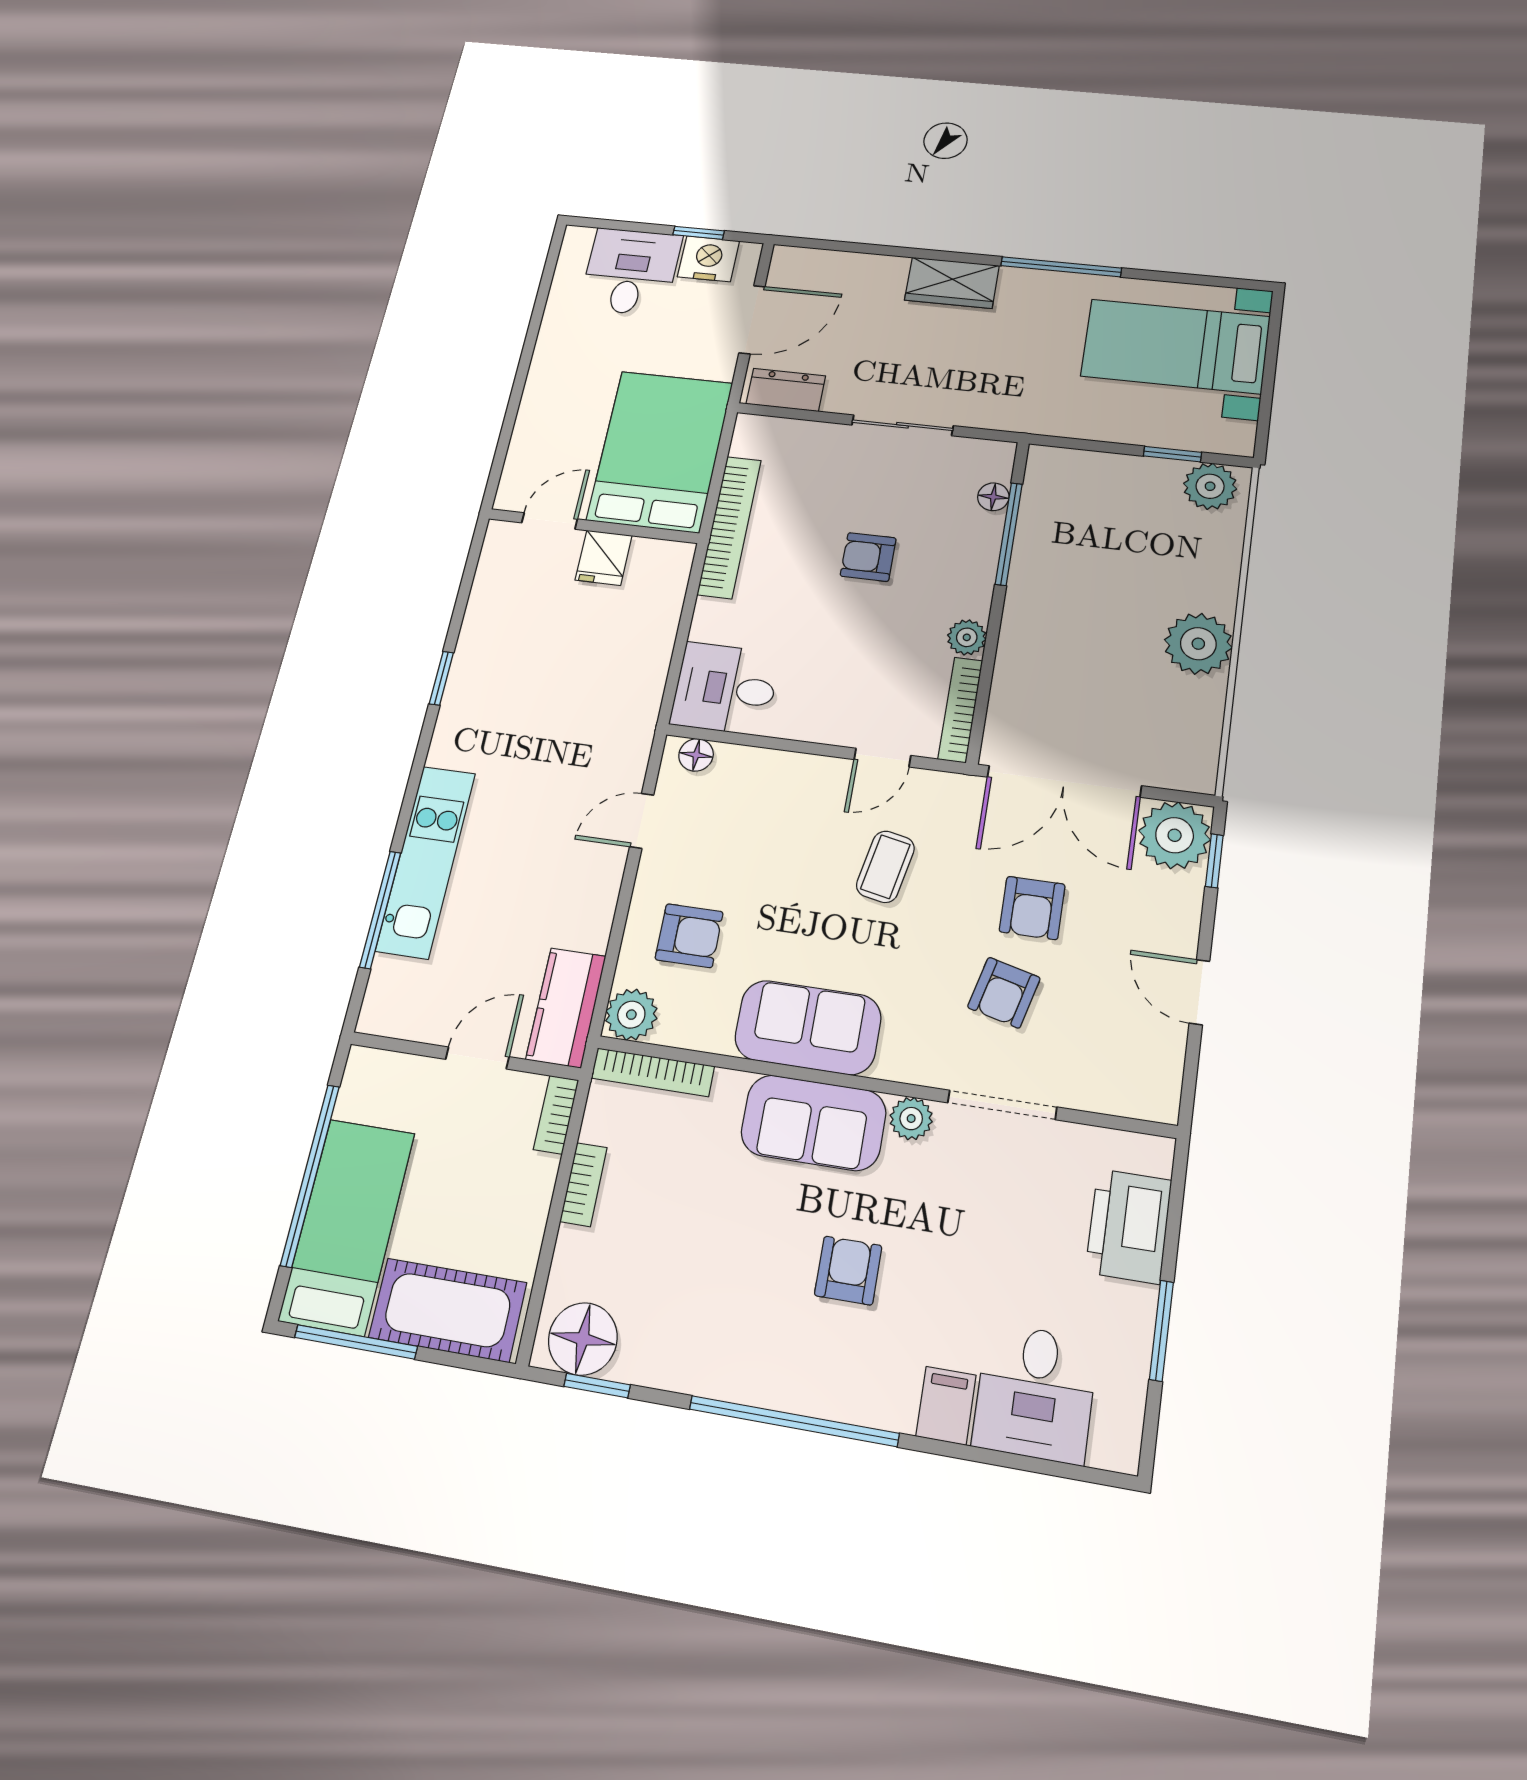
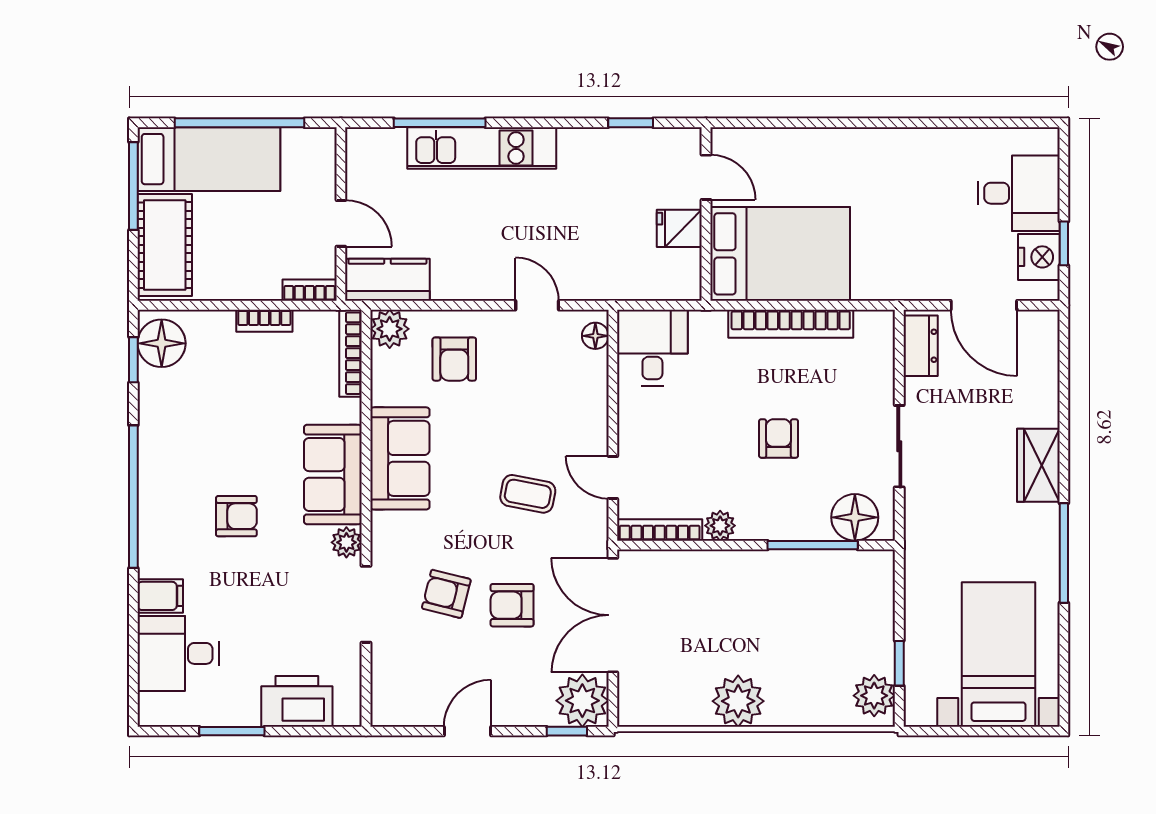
bed: (660, 451) -> (780, 254), moved
floor lamp: (993, 497) -> (855, 517), width x1.89, depth x1.89
door: (549, 521) -> (706, 177), moved
wall: (593, 526) -> (706, 214), moved
fridge: (604, 558) -> (679, 228), moved

